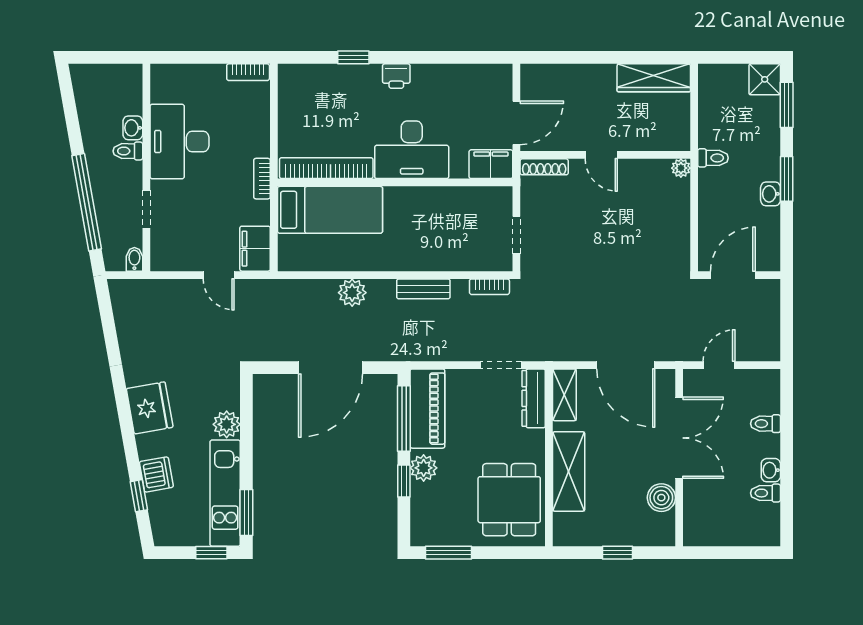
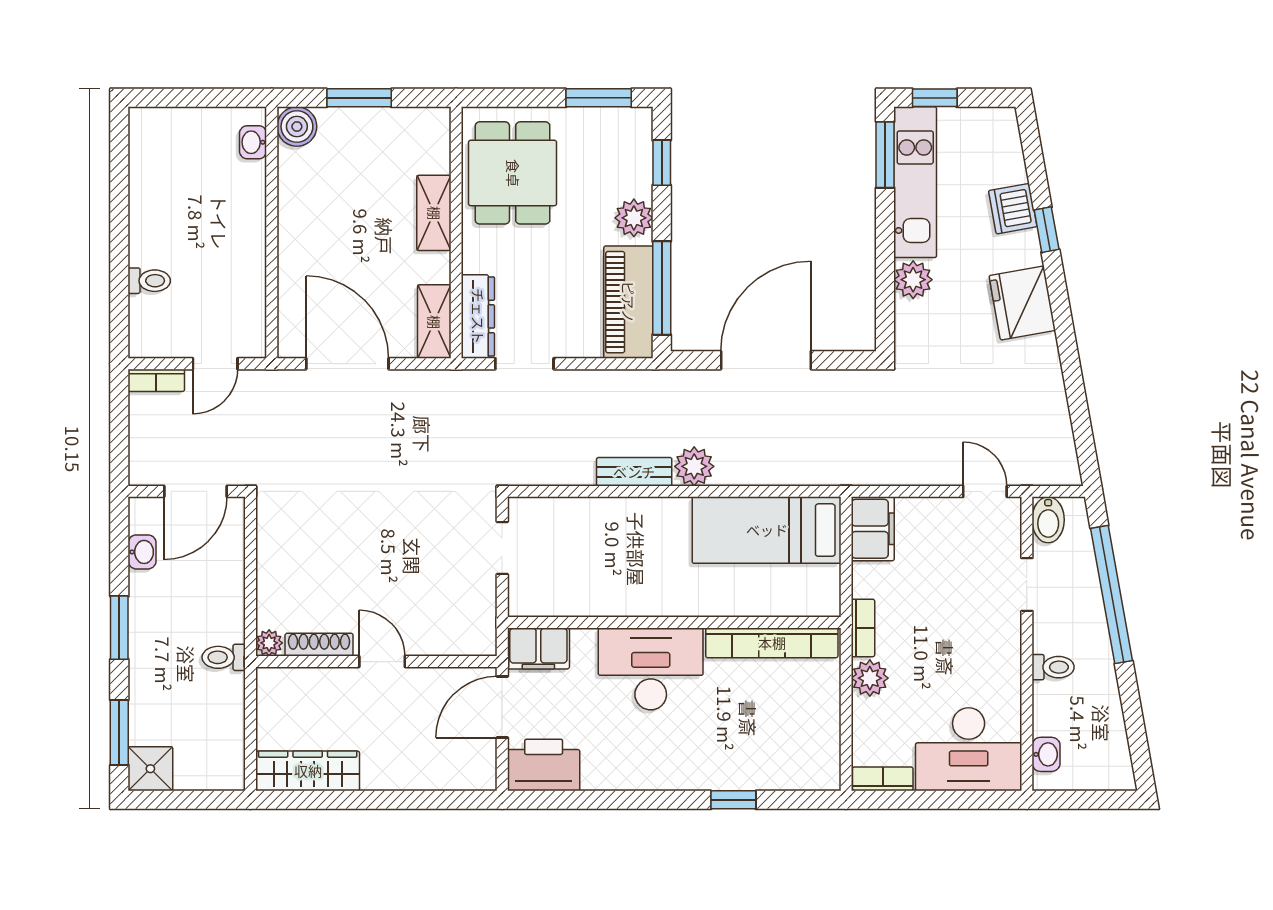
printer: (396, 76) -> (544, 765), moved, width x1.87, depth x1.48
washbasin: (133, 128) -> (1046, 754), moved
desk: (179, 142) -> (969, 749), moved, turned 90
plant: (257, 143) -> (870, 678), added
shoe rack: (544, 167) -> (319, 645), moved
washbasin: (771, 194) -> (142, 552), moved
bed: (330, 210) -> (767, 530), moved
bidet: (134, 259) -> (1048, 520), width x1.38, depth x1.36
door: (219, 275) -> (985, 491), moved
bookcase: (489, 287) -> (156, 380), moved, turned 180
plant: (352, 293) -> (694, 466), moved
double door: (679, 438) -> (272, 261), removed
washbasin: (771, 470) -> (253, 142), moved, turned 180
shelving: (569, 471) -> (434, 213), width x0.67, depth x0.75
window: (404, 481) -> (662, 163), moved
toilet: (765, 493) -> (149, 182), removed
window: (139, 496) -> (1047, 230), moved
boiler: (661, 498) -> (297, 127), moved
window: (617, 553) -> (359, 98), width x1.50

